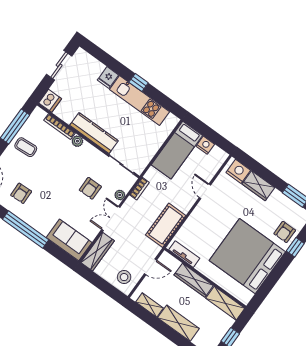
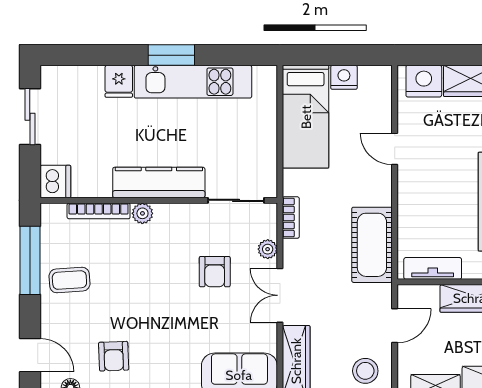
window: (139, 82) -> (171, 55), width x1.50

